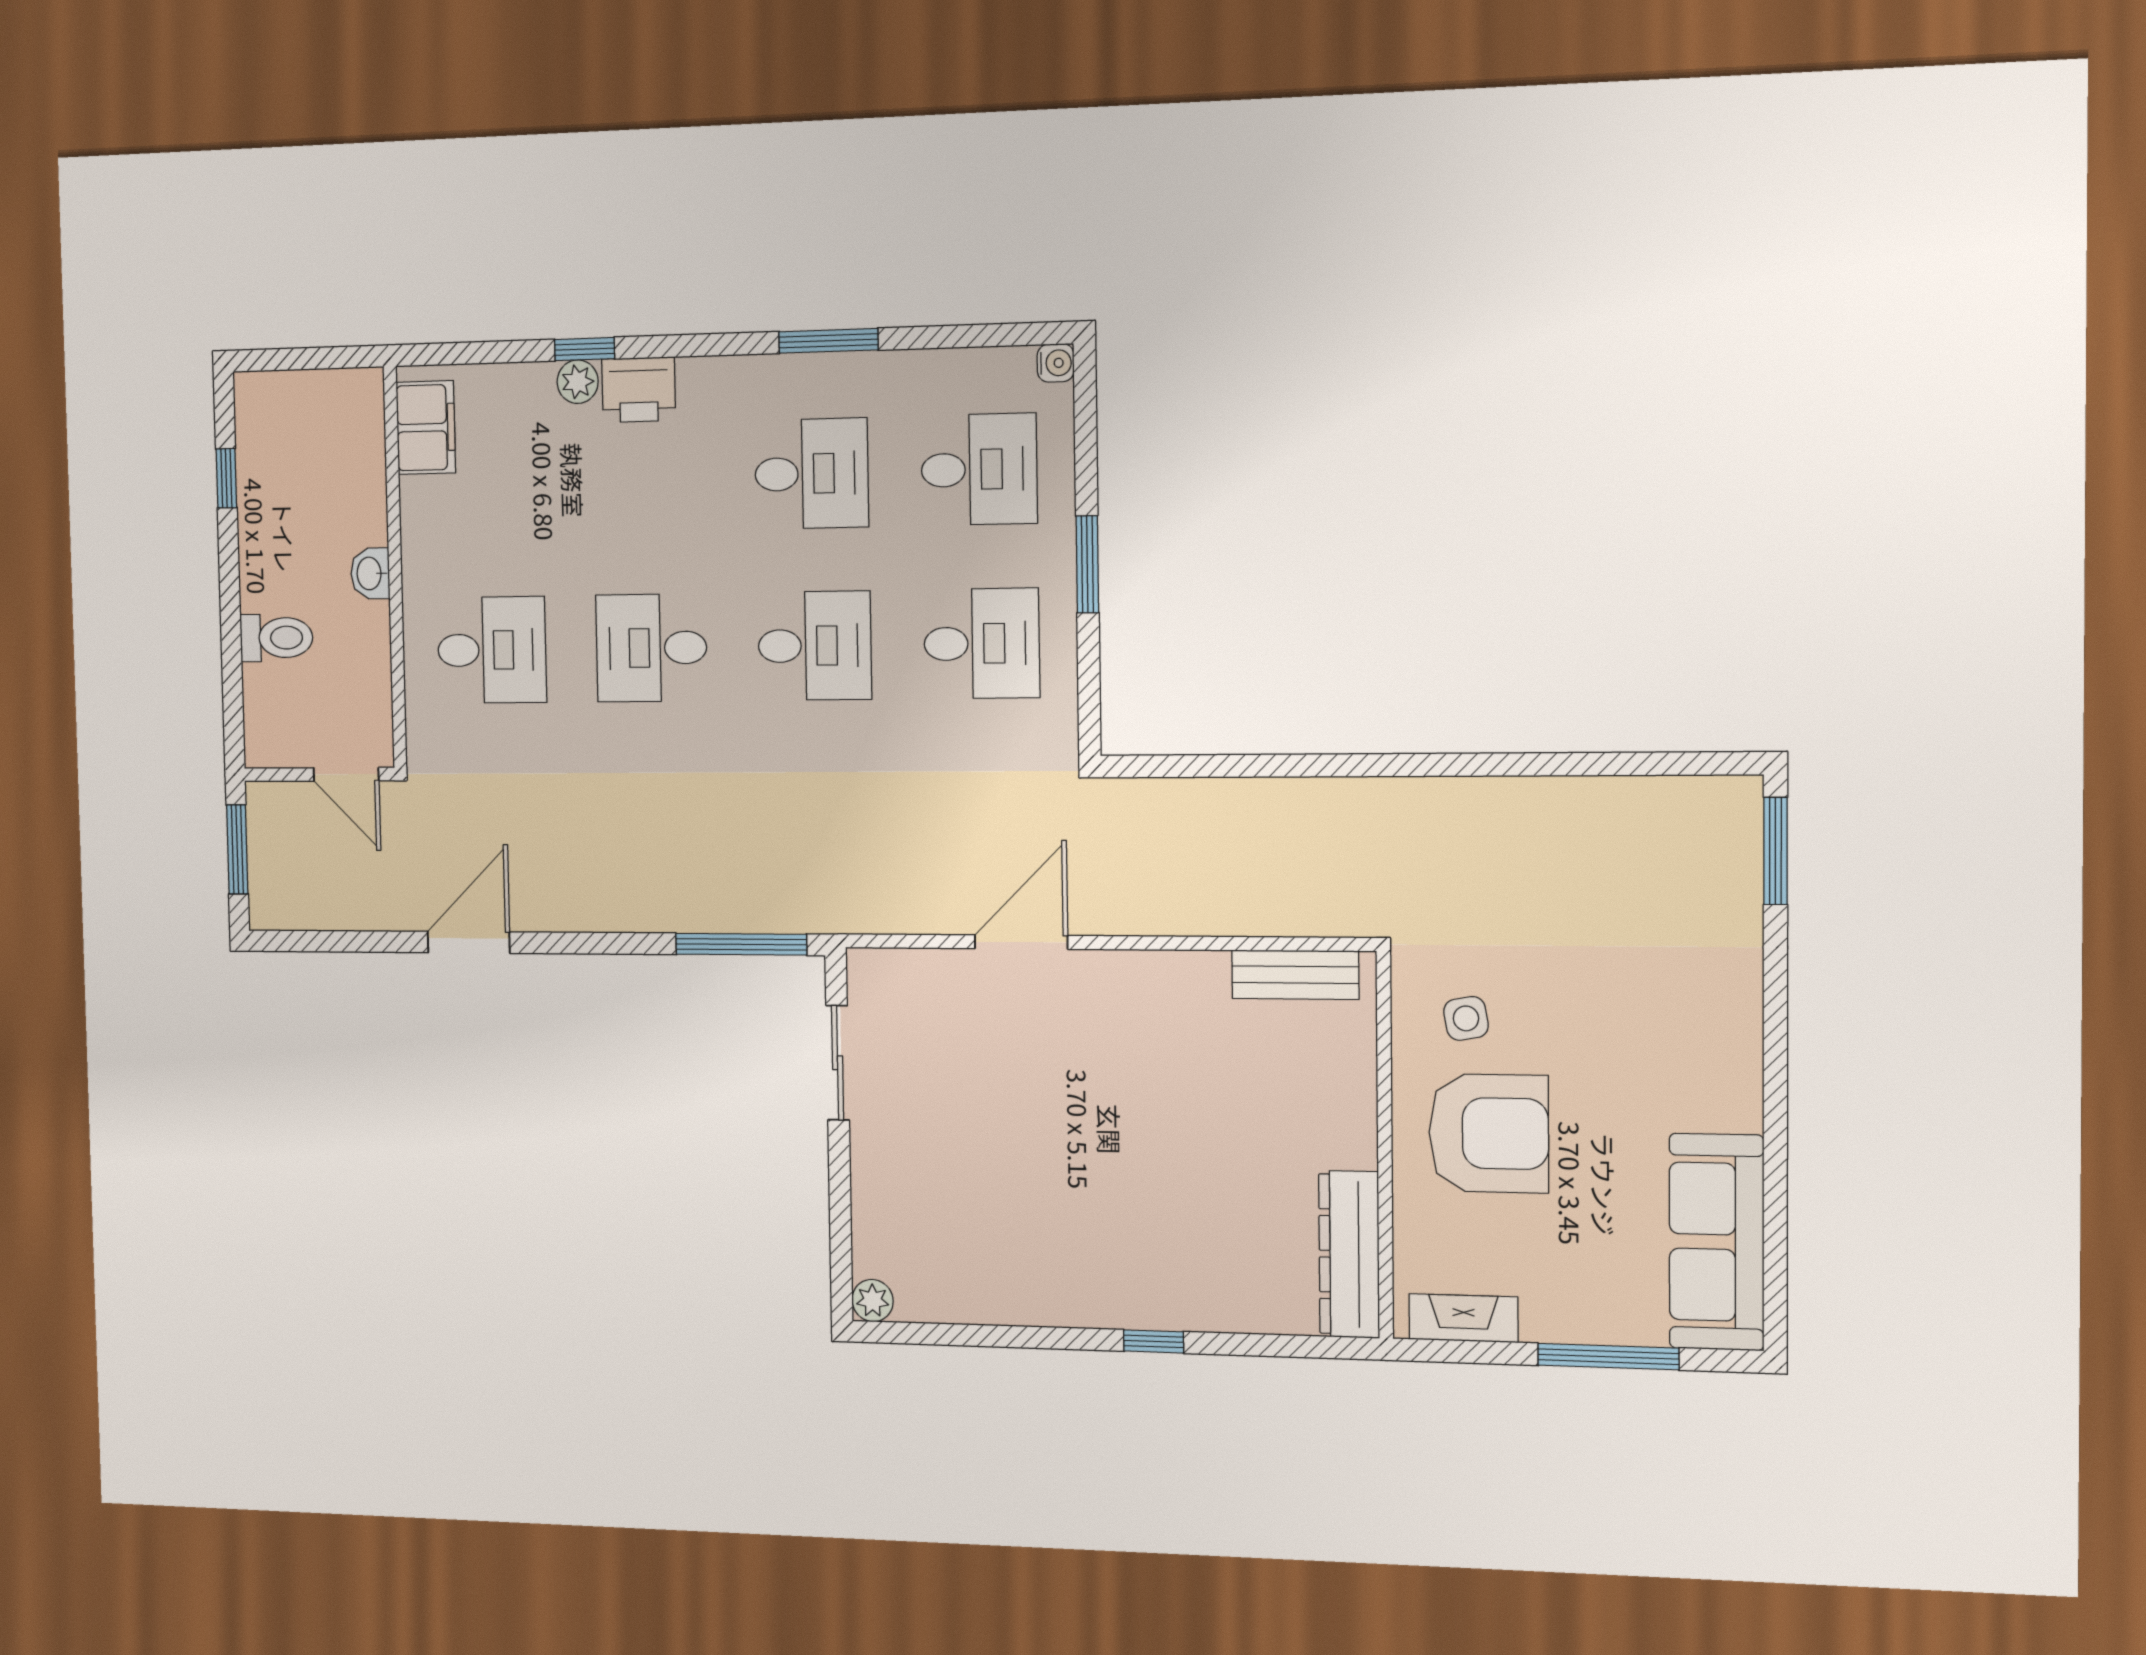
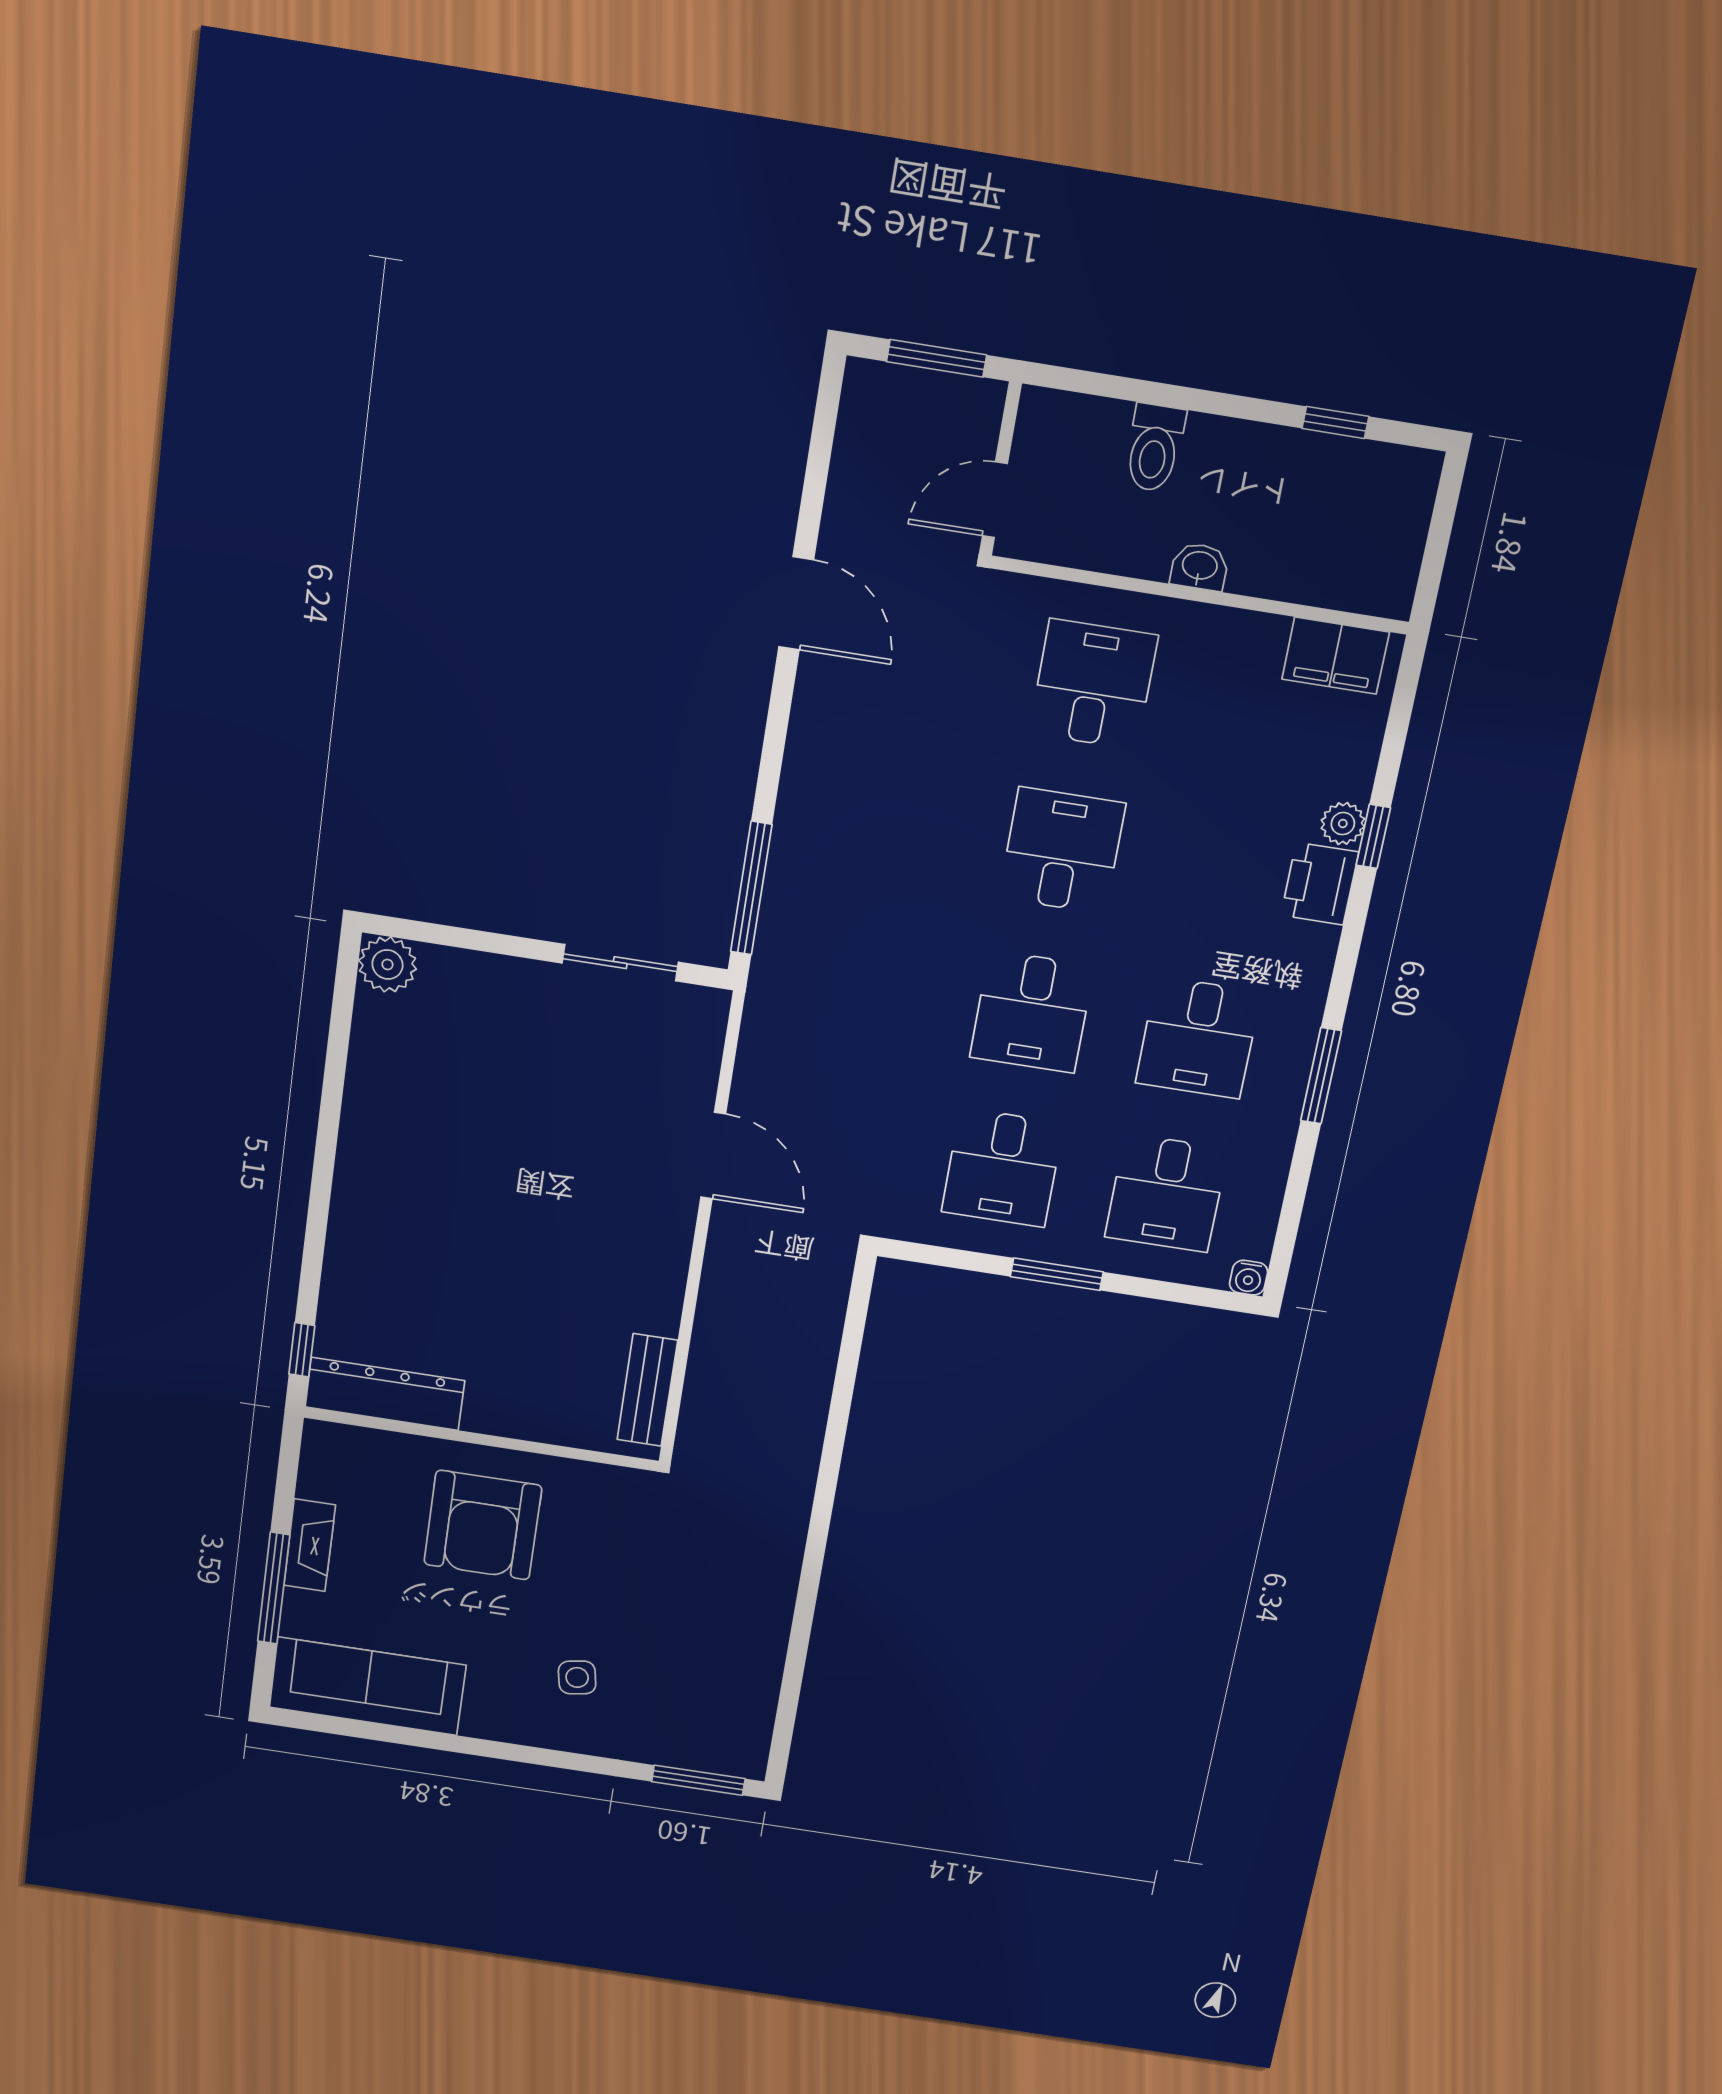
desk: (492, 650) -> (1093, 684), turned 180
side table: (1466, 1018) -> (577, 1677), moved
plant: (873, 1301) -> (387, 965), width x1.38, depth x1.38
fireplace: (1463, 1318) -> (310, 1545), moved
window: (1154, 1341) -> (302, 1350), moved

